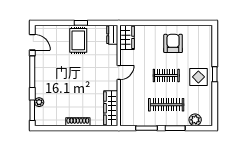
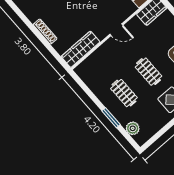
clothes rail: (166, 105) -> (124, 93), width x0.73
window: (146, 128) -> (90, 94), removed

